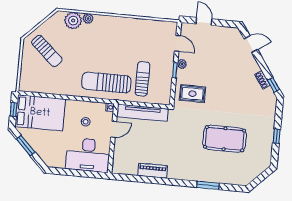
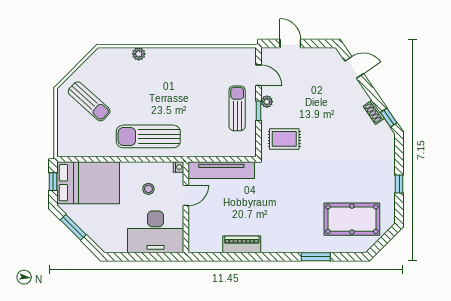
plant: (73, 21) -> (120, 58), removed
sun lounger: (142, 79) -> (237, 108), moved
sun lounger: (106, 83) -> (148, 136), moved
pool table: (225, 139) -> (352, 219), moved

